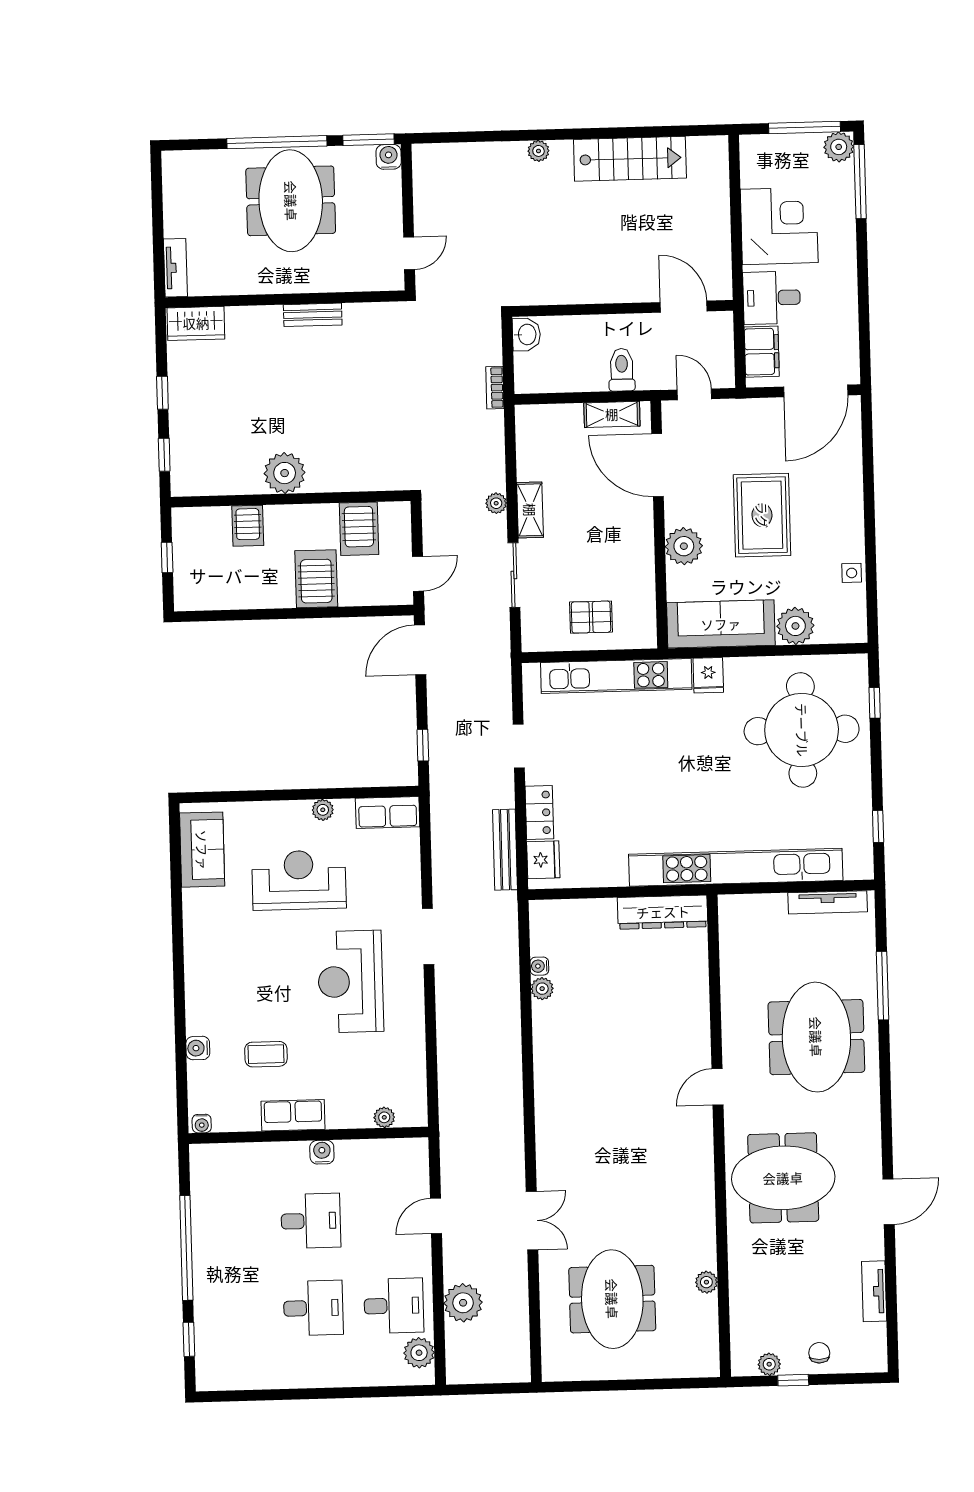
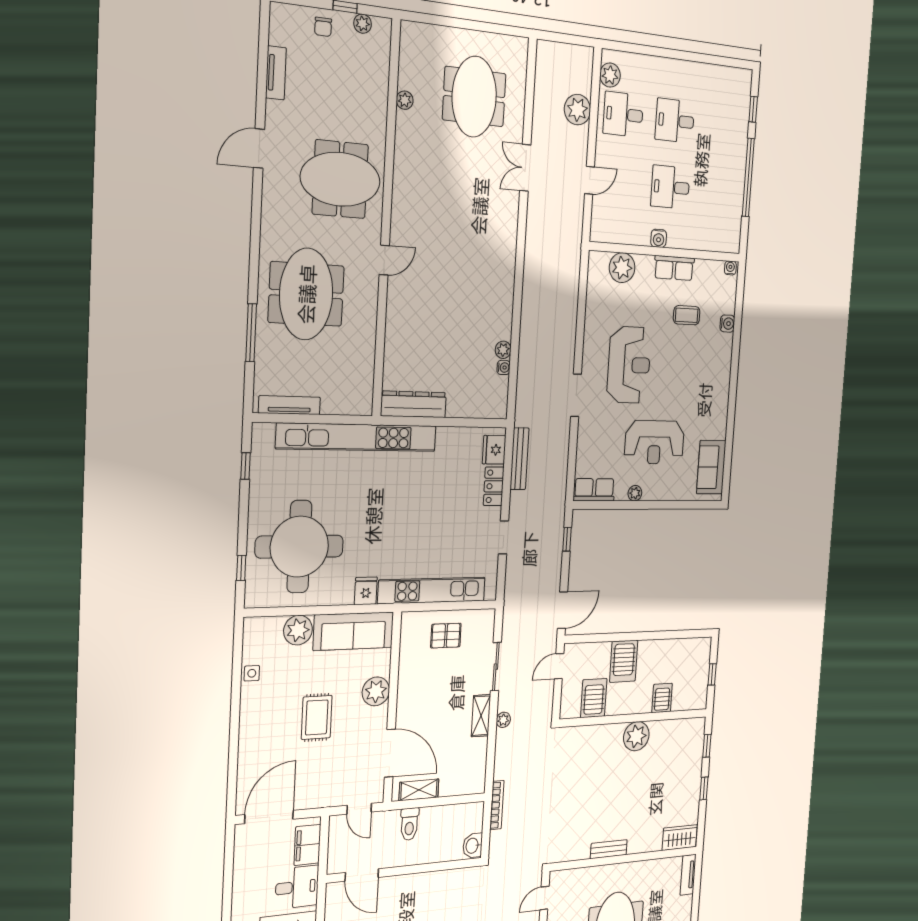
bookcase: (495, 388) -> (497, 805), width x1.56
rug: (762, 515) -> (317, 717), width x0.73, depth x0.70
plant: (384, 1117) -> (622, 268), width x1.88, depth x1.88

